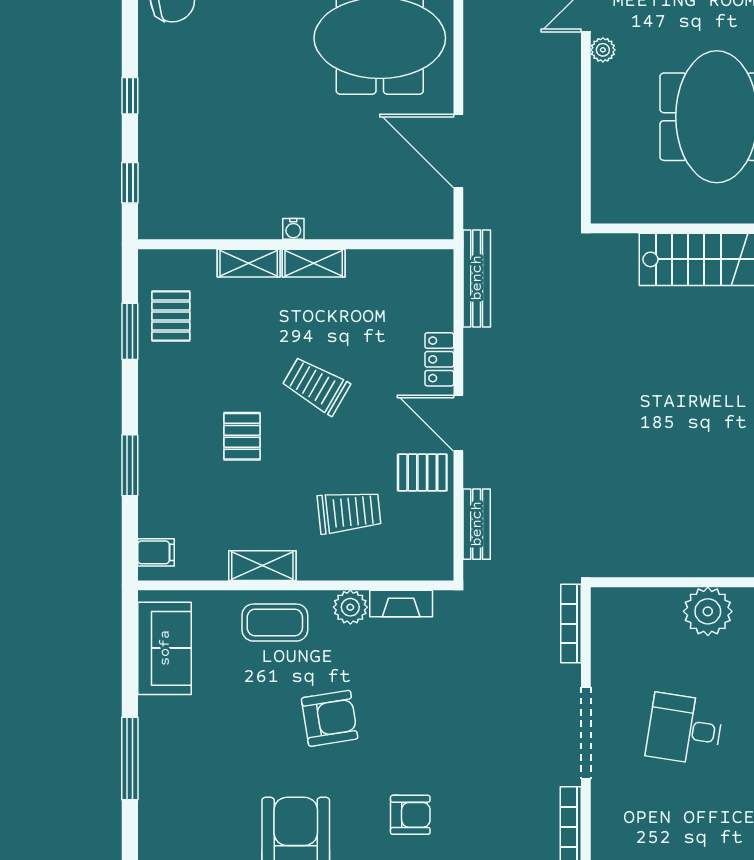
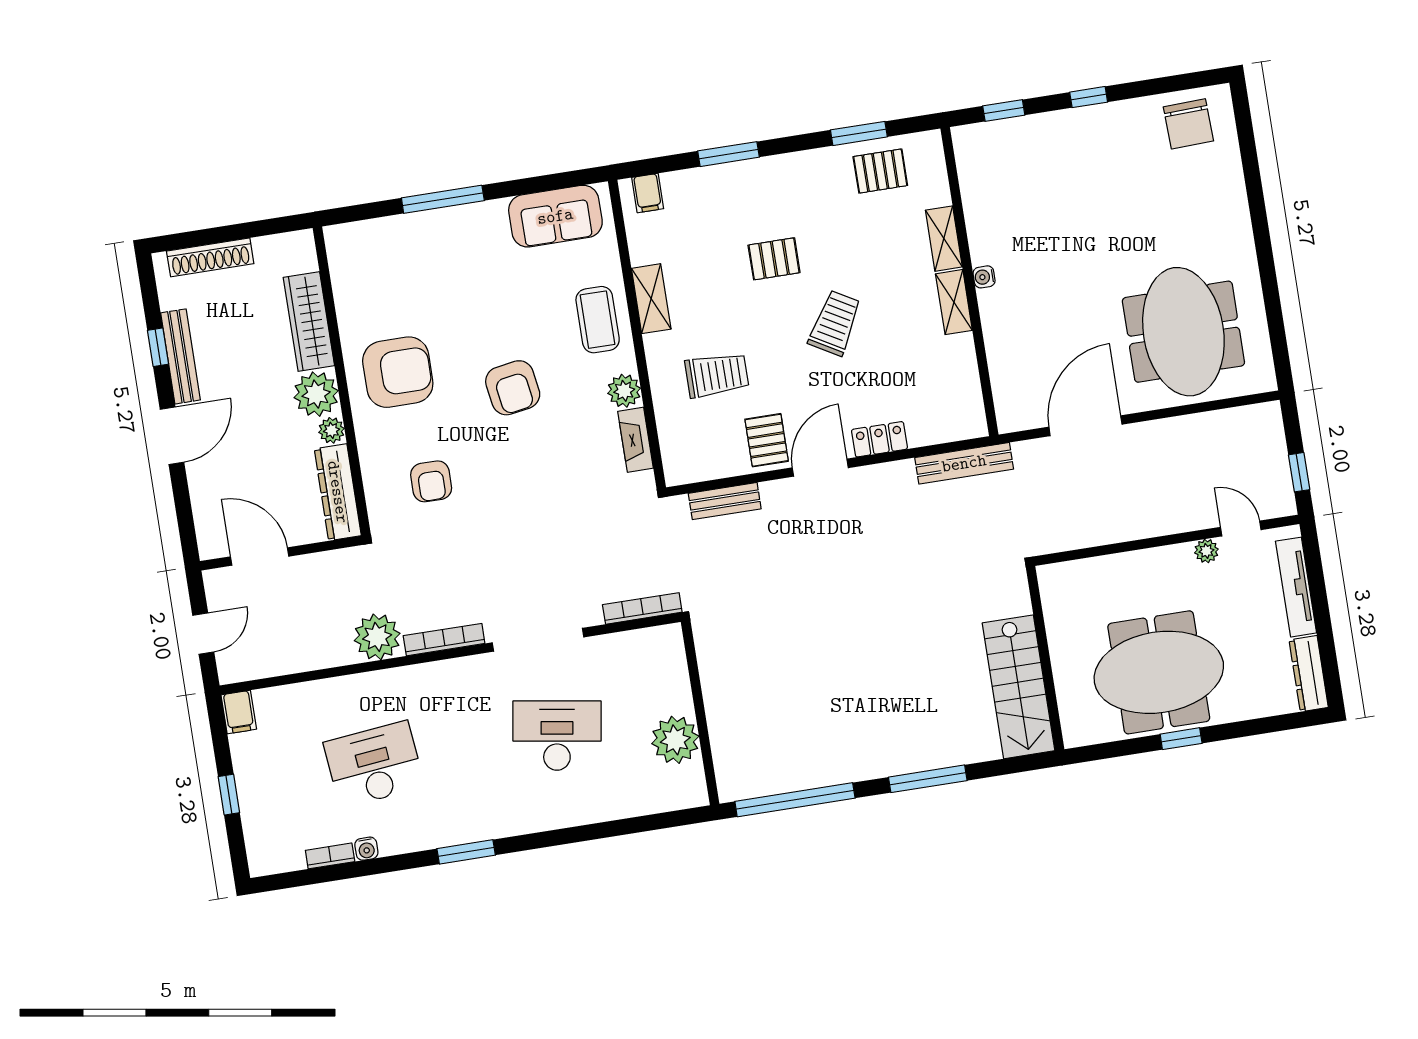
trolley: (349, 512) -> (717, 375), turned -84
desk: (685, 729) -> (557, 736), width x1.37

